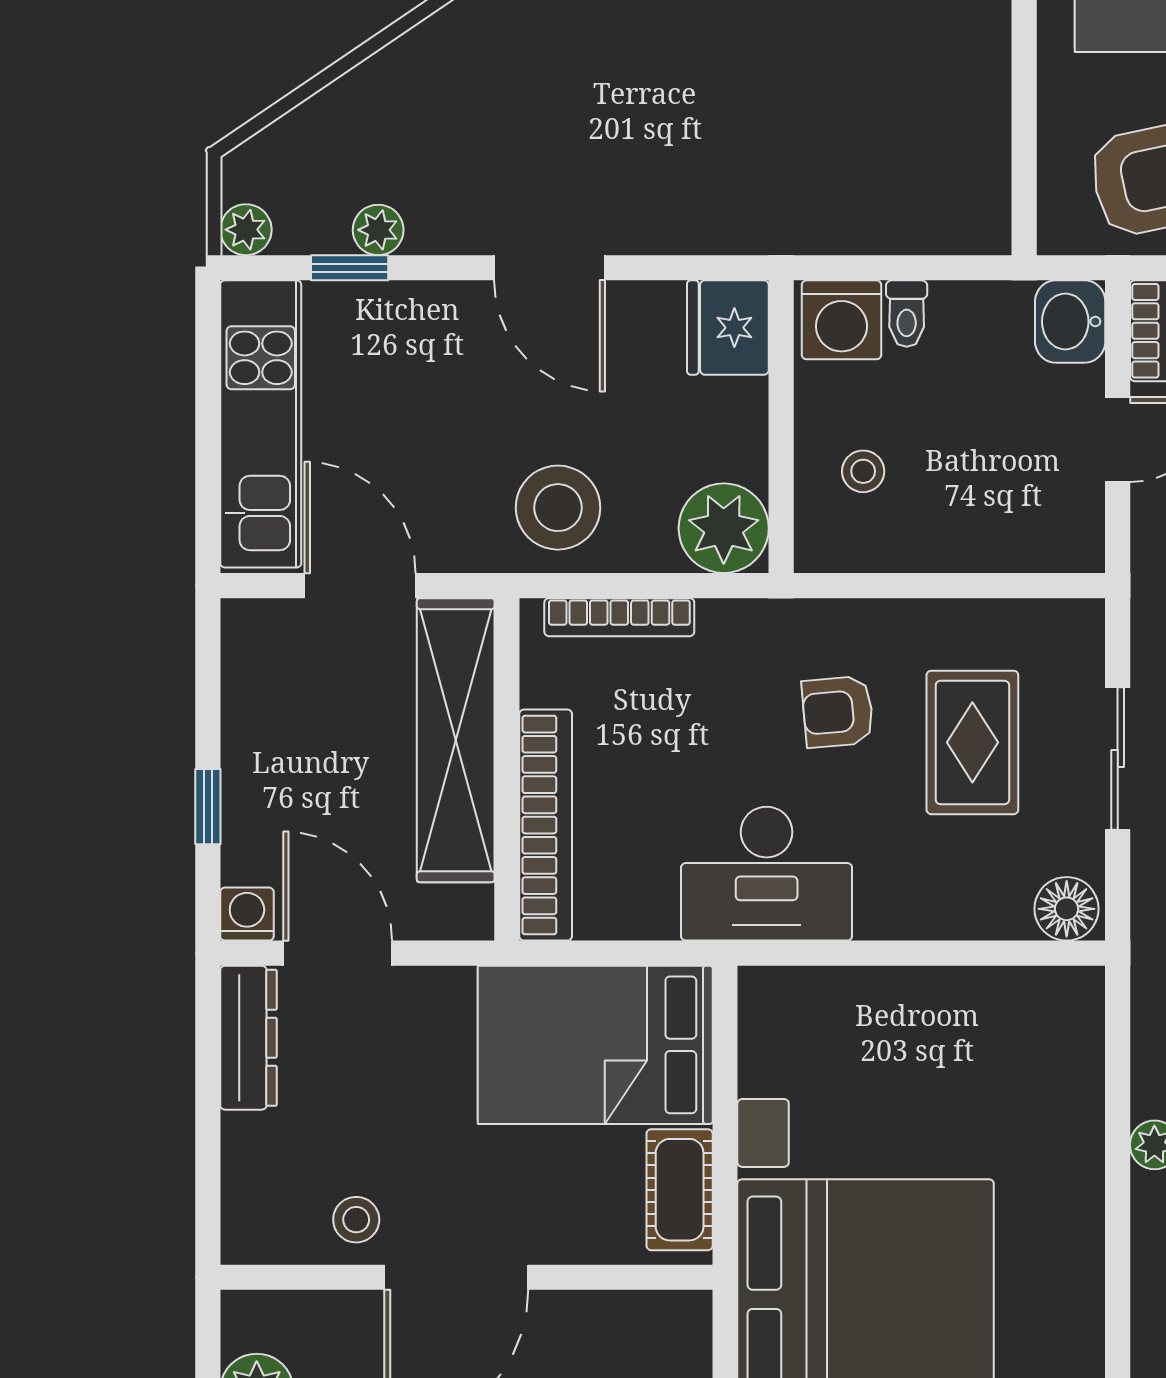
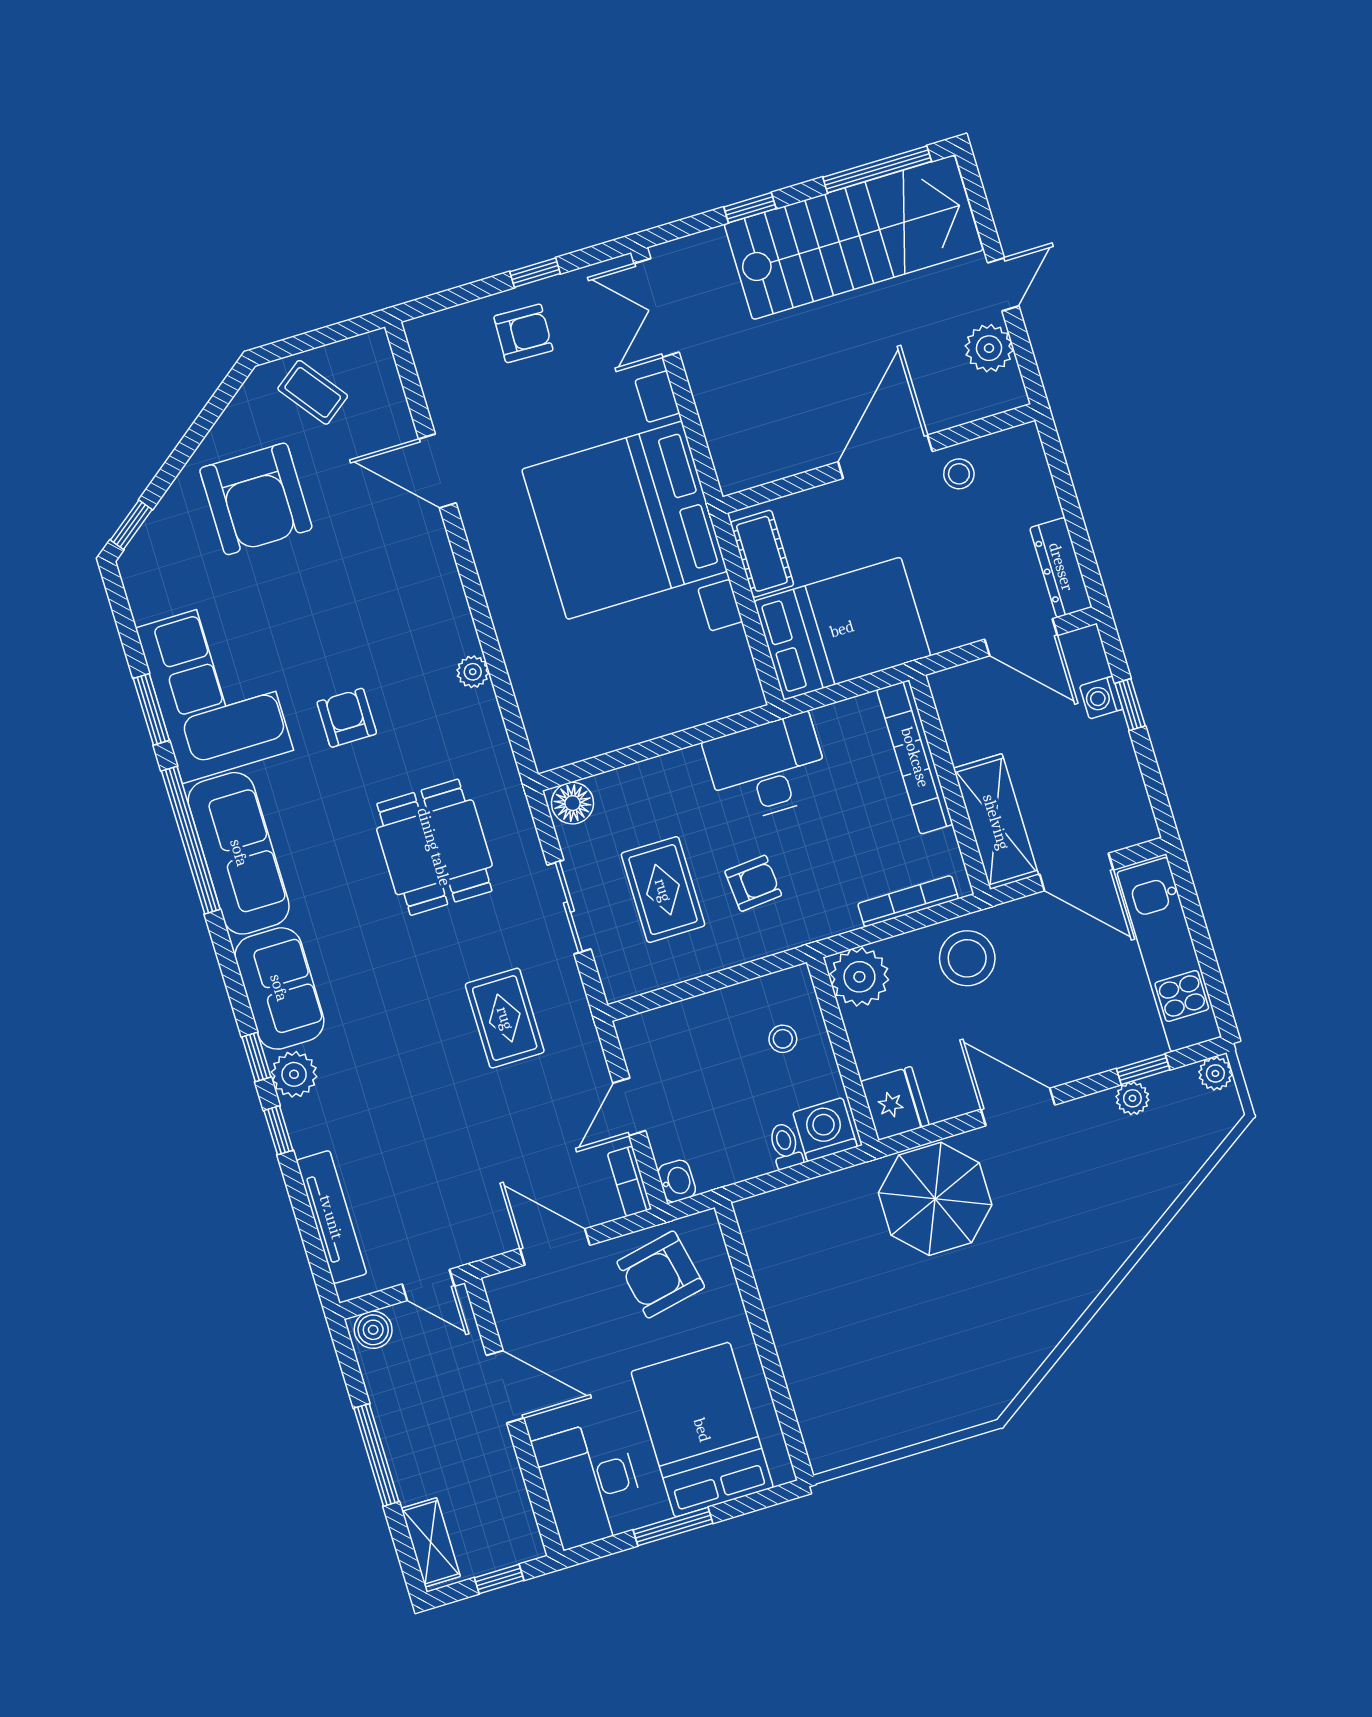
parasol: (711, 170) -> (935, 1199), added
washbasin: (1070, 322) -> (677, 1181), width x0.72, depth x0.69
shelving: (456, 740) -> (996, 822), width x0.68
washing machine: (247, 914) -> (1101, 698), moved, turned 90

